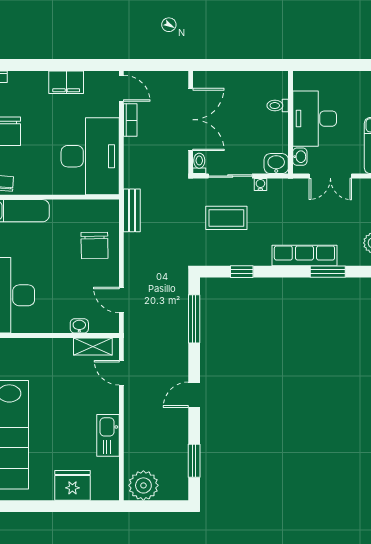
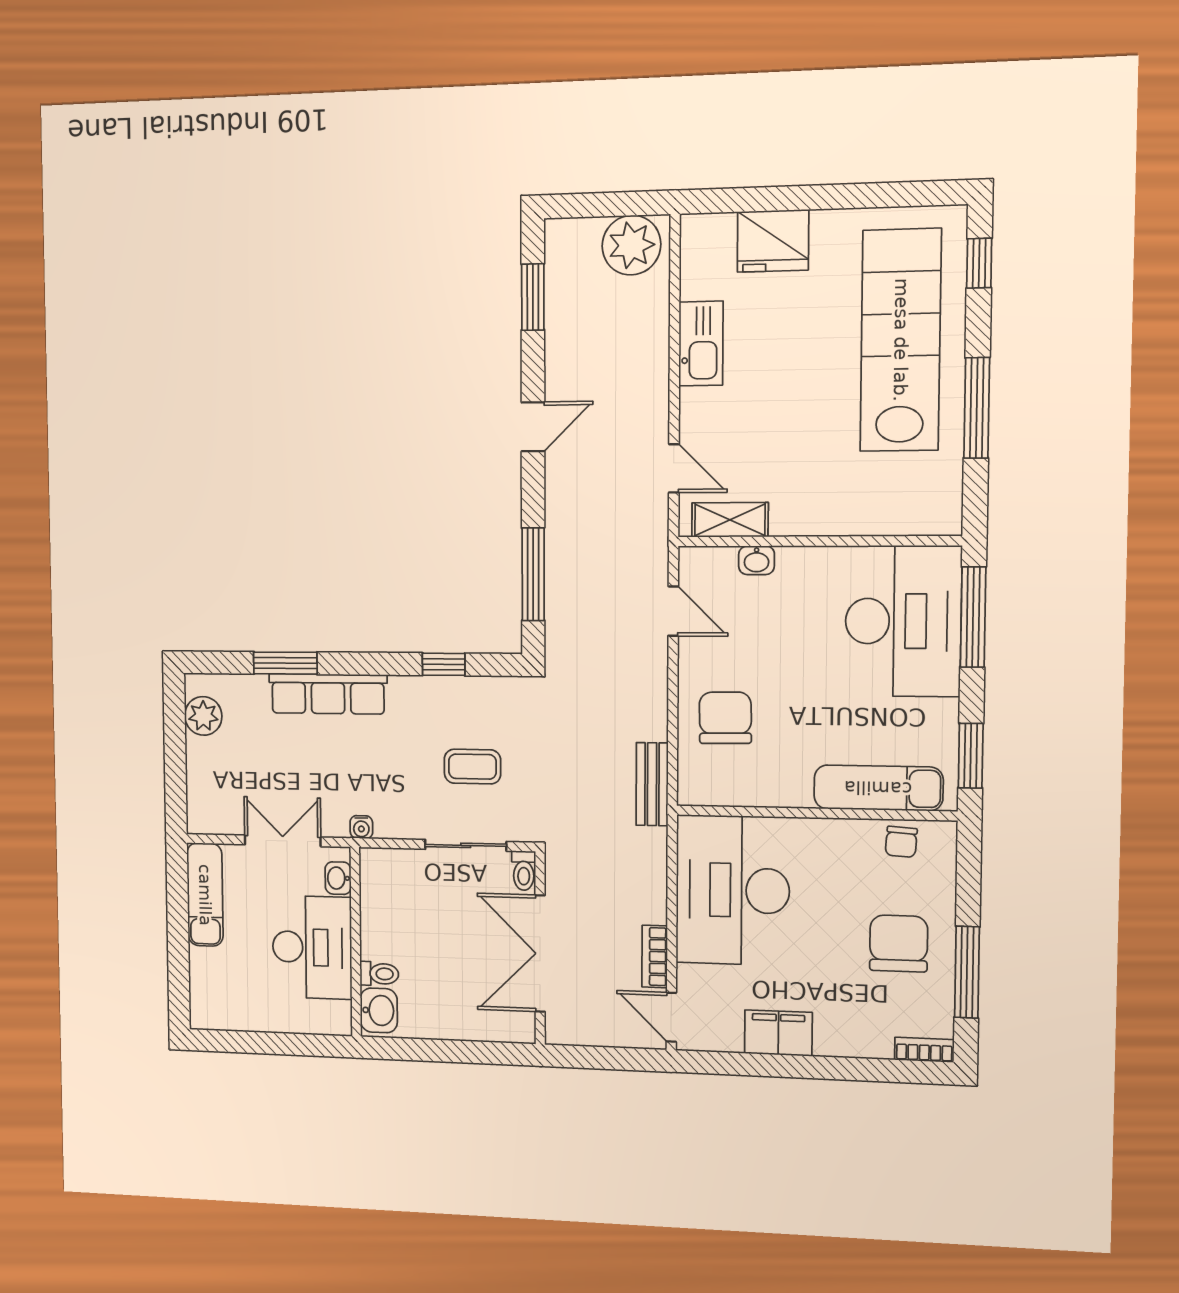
washbasin: (276, 164) -> (379, 1010), moved, turned -90
water cooler: (260, 184) -> (361, 827), moved
coffee table: (226, 218) -> (472, 767), width x0.73, depth x0.77

